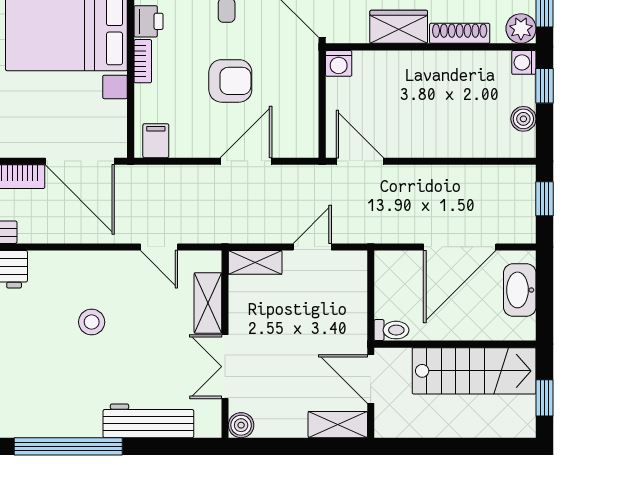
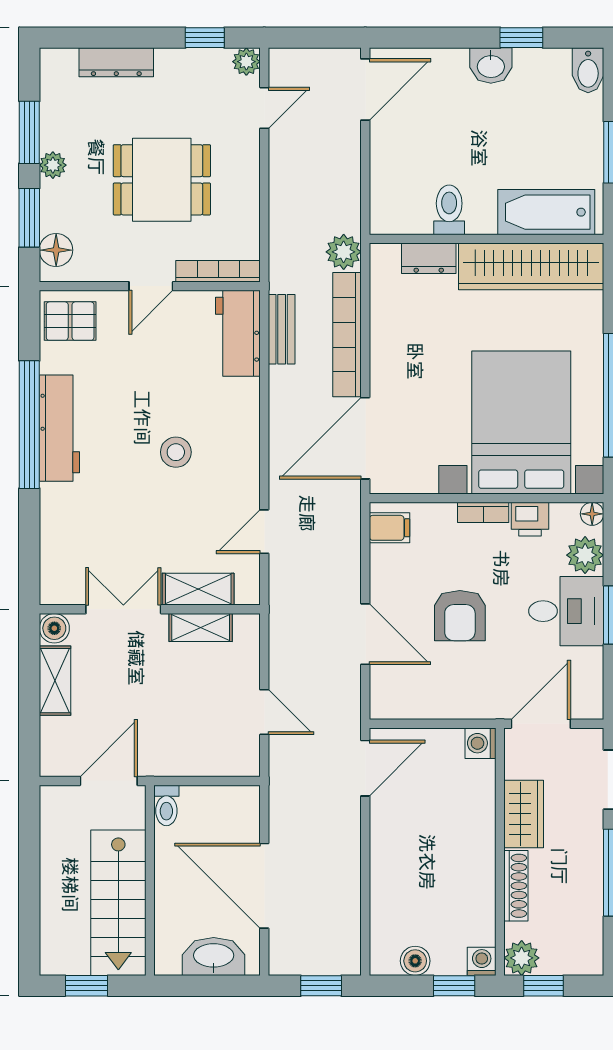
shelving: (255, 262) -> (201, 628), moved, turned 90
workbench: (148, 421) -> (59, 428), moved
shelving: (338, 425) -> (55, 681), moved

